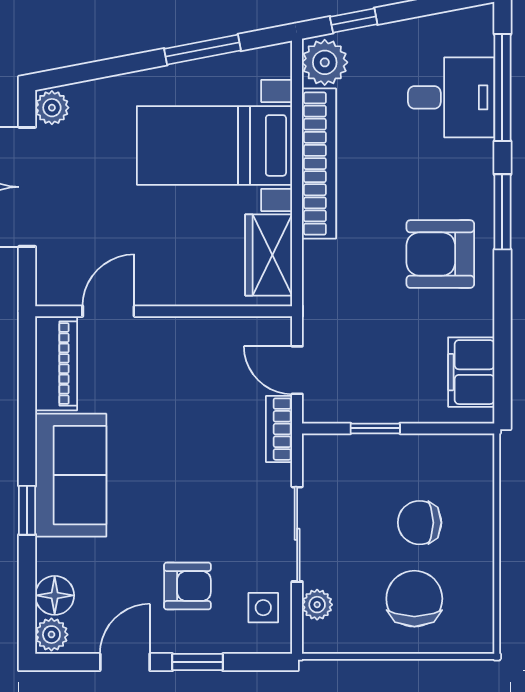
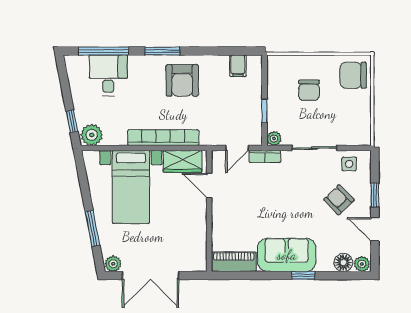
window: (203, 50) -> (93, 228), moved
bookcase: (319, 164) -> (163, 138), moved
door: (108, 311) -> (209, 185), moved
filing cabinet: (471, 372) -> (238, 66), width x0.50
armchair: (187, 586) -> (339, 200), turned -44
chair: (414, 599) -> (353, 75), moved
plant: (317, 605) -> (274, 139), moved

